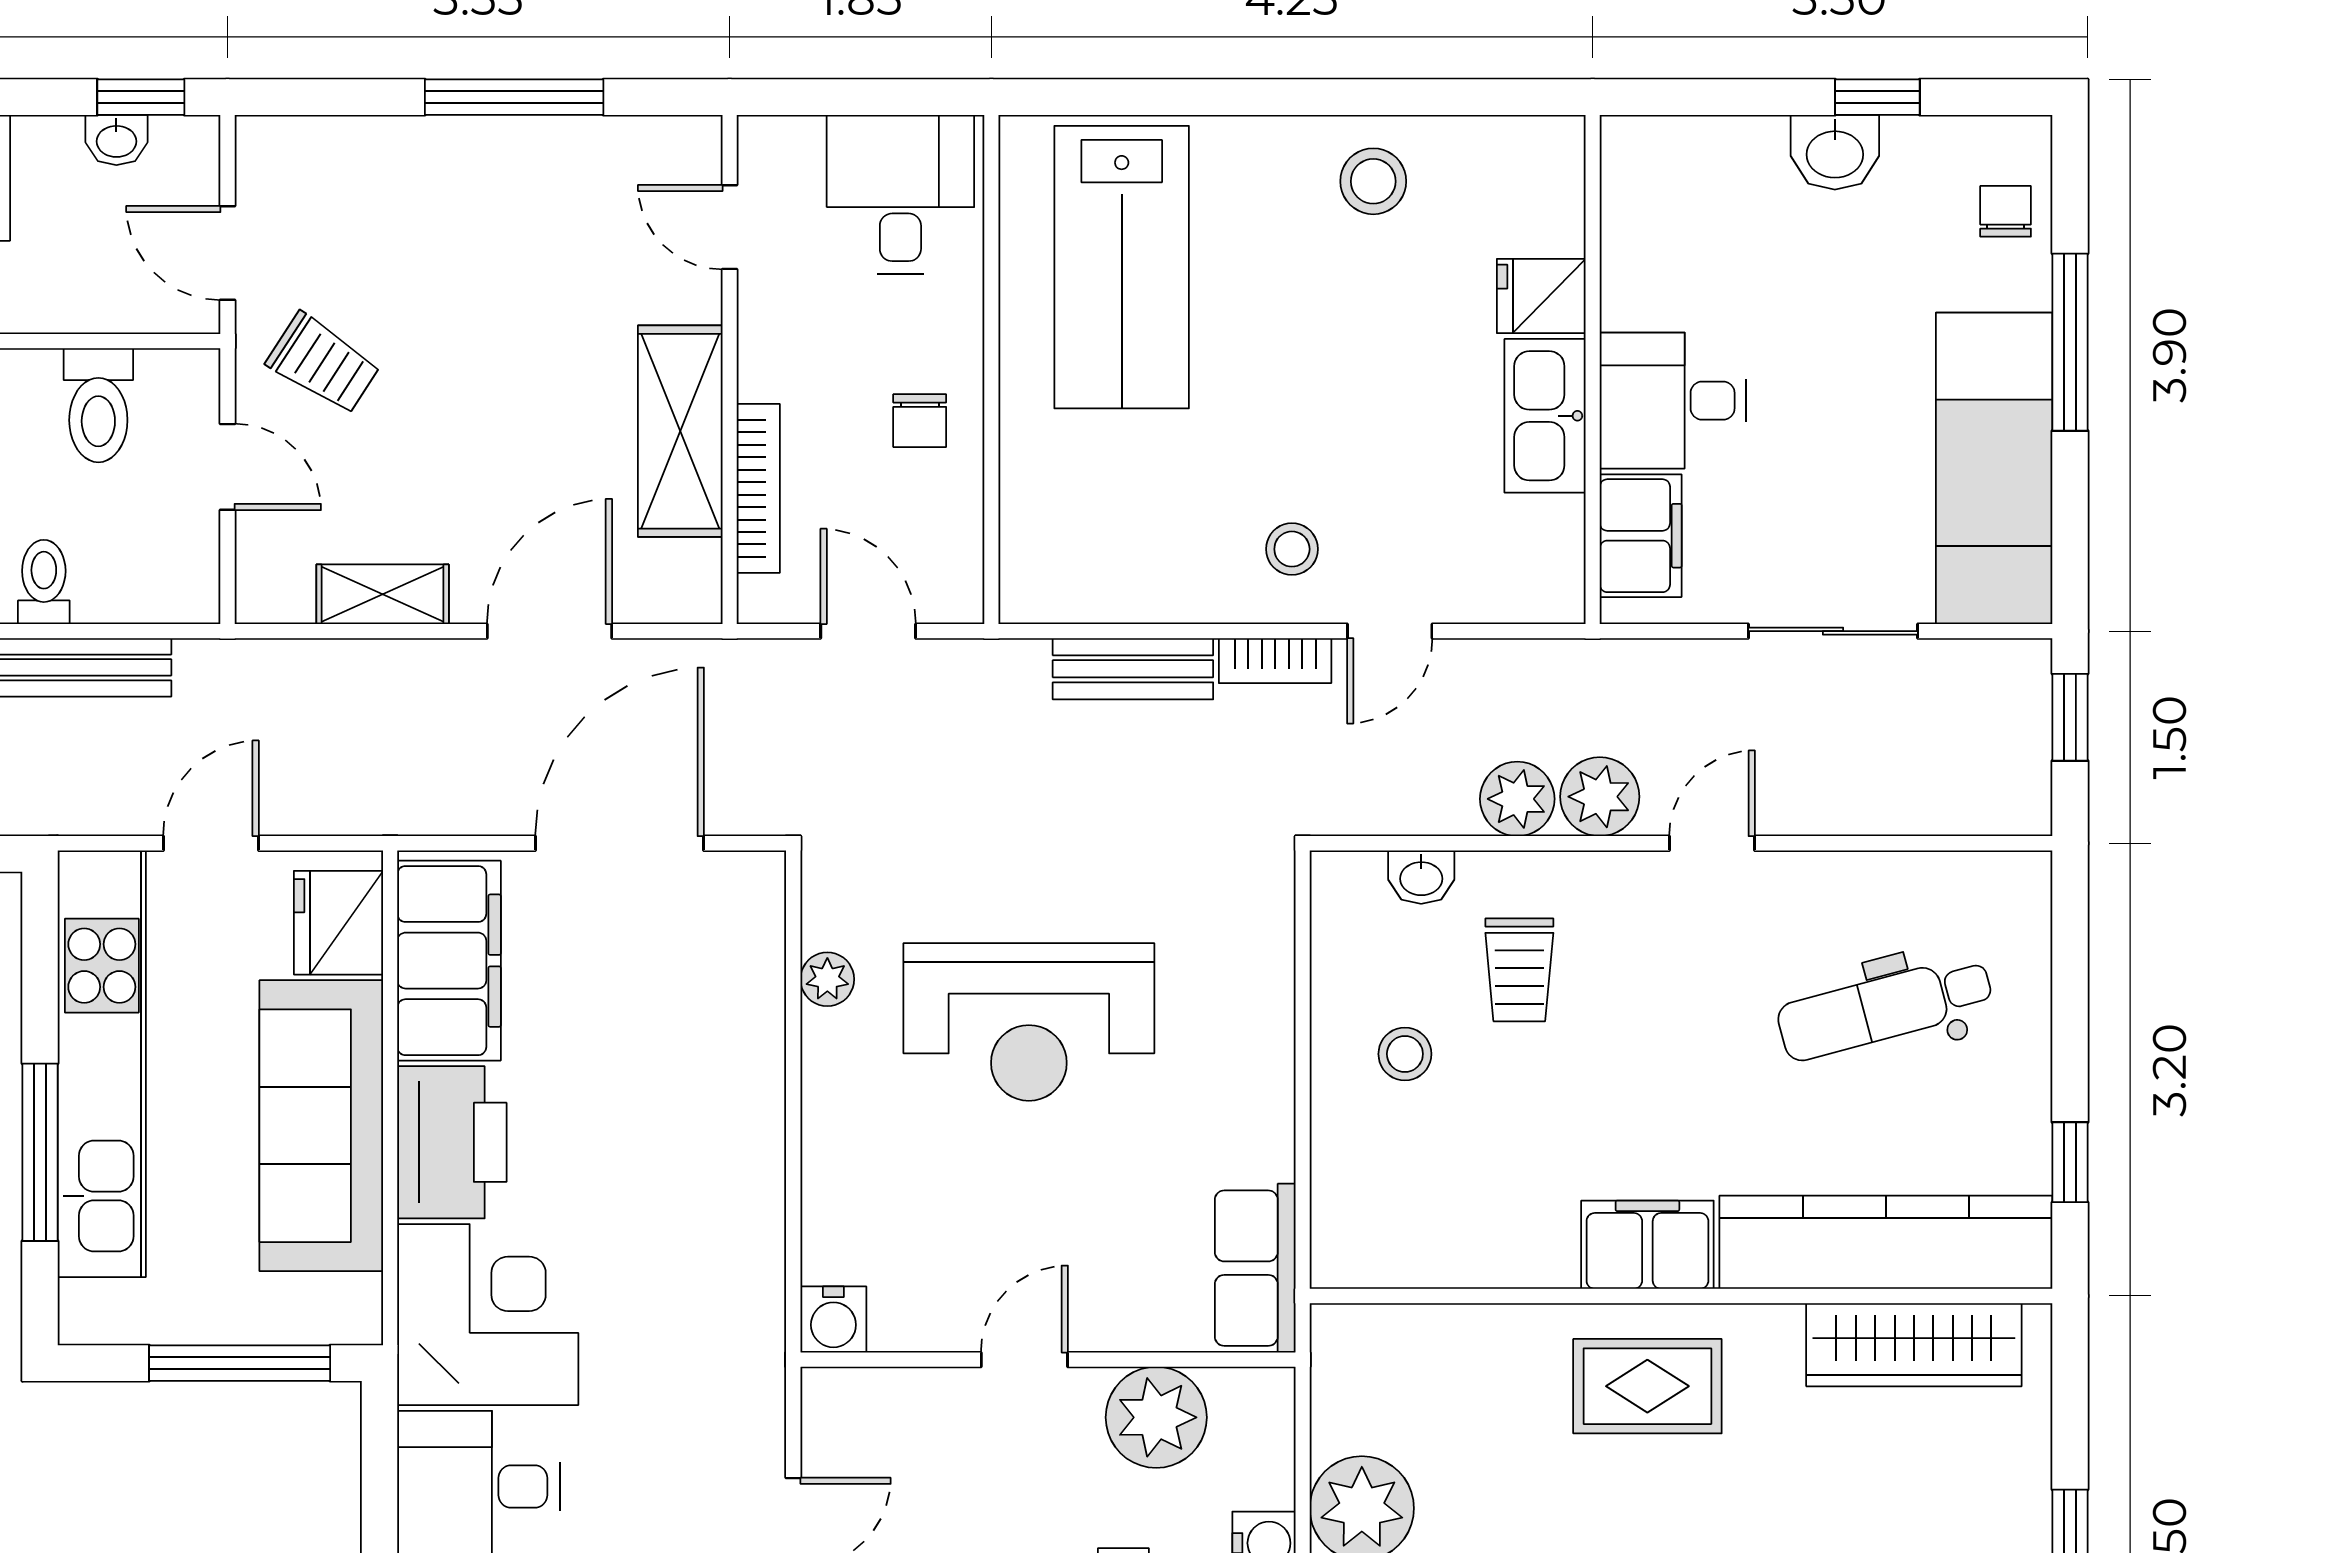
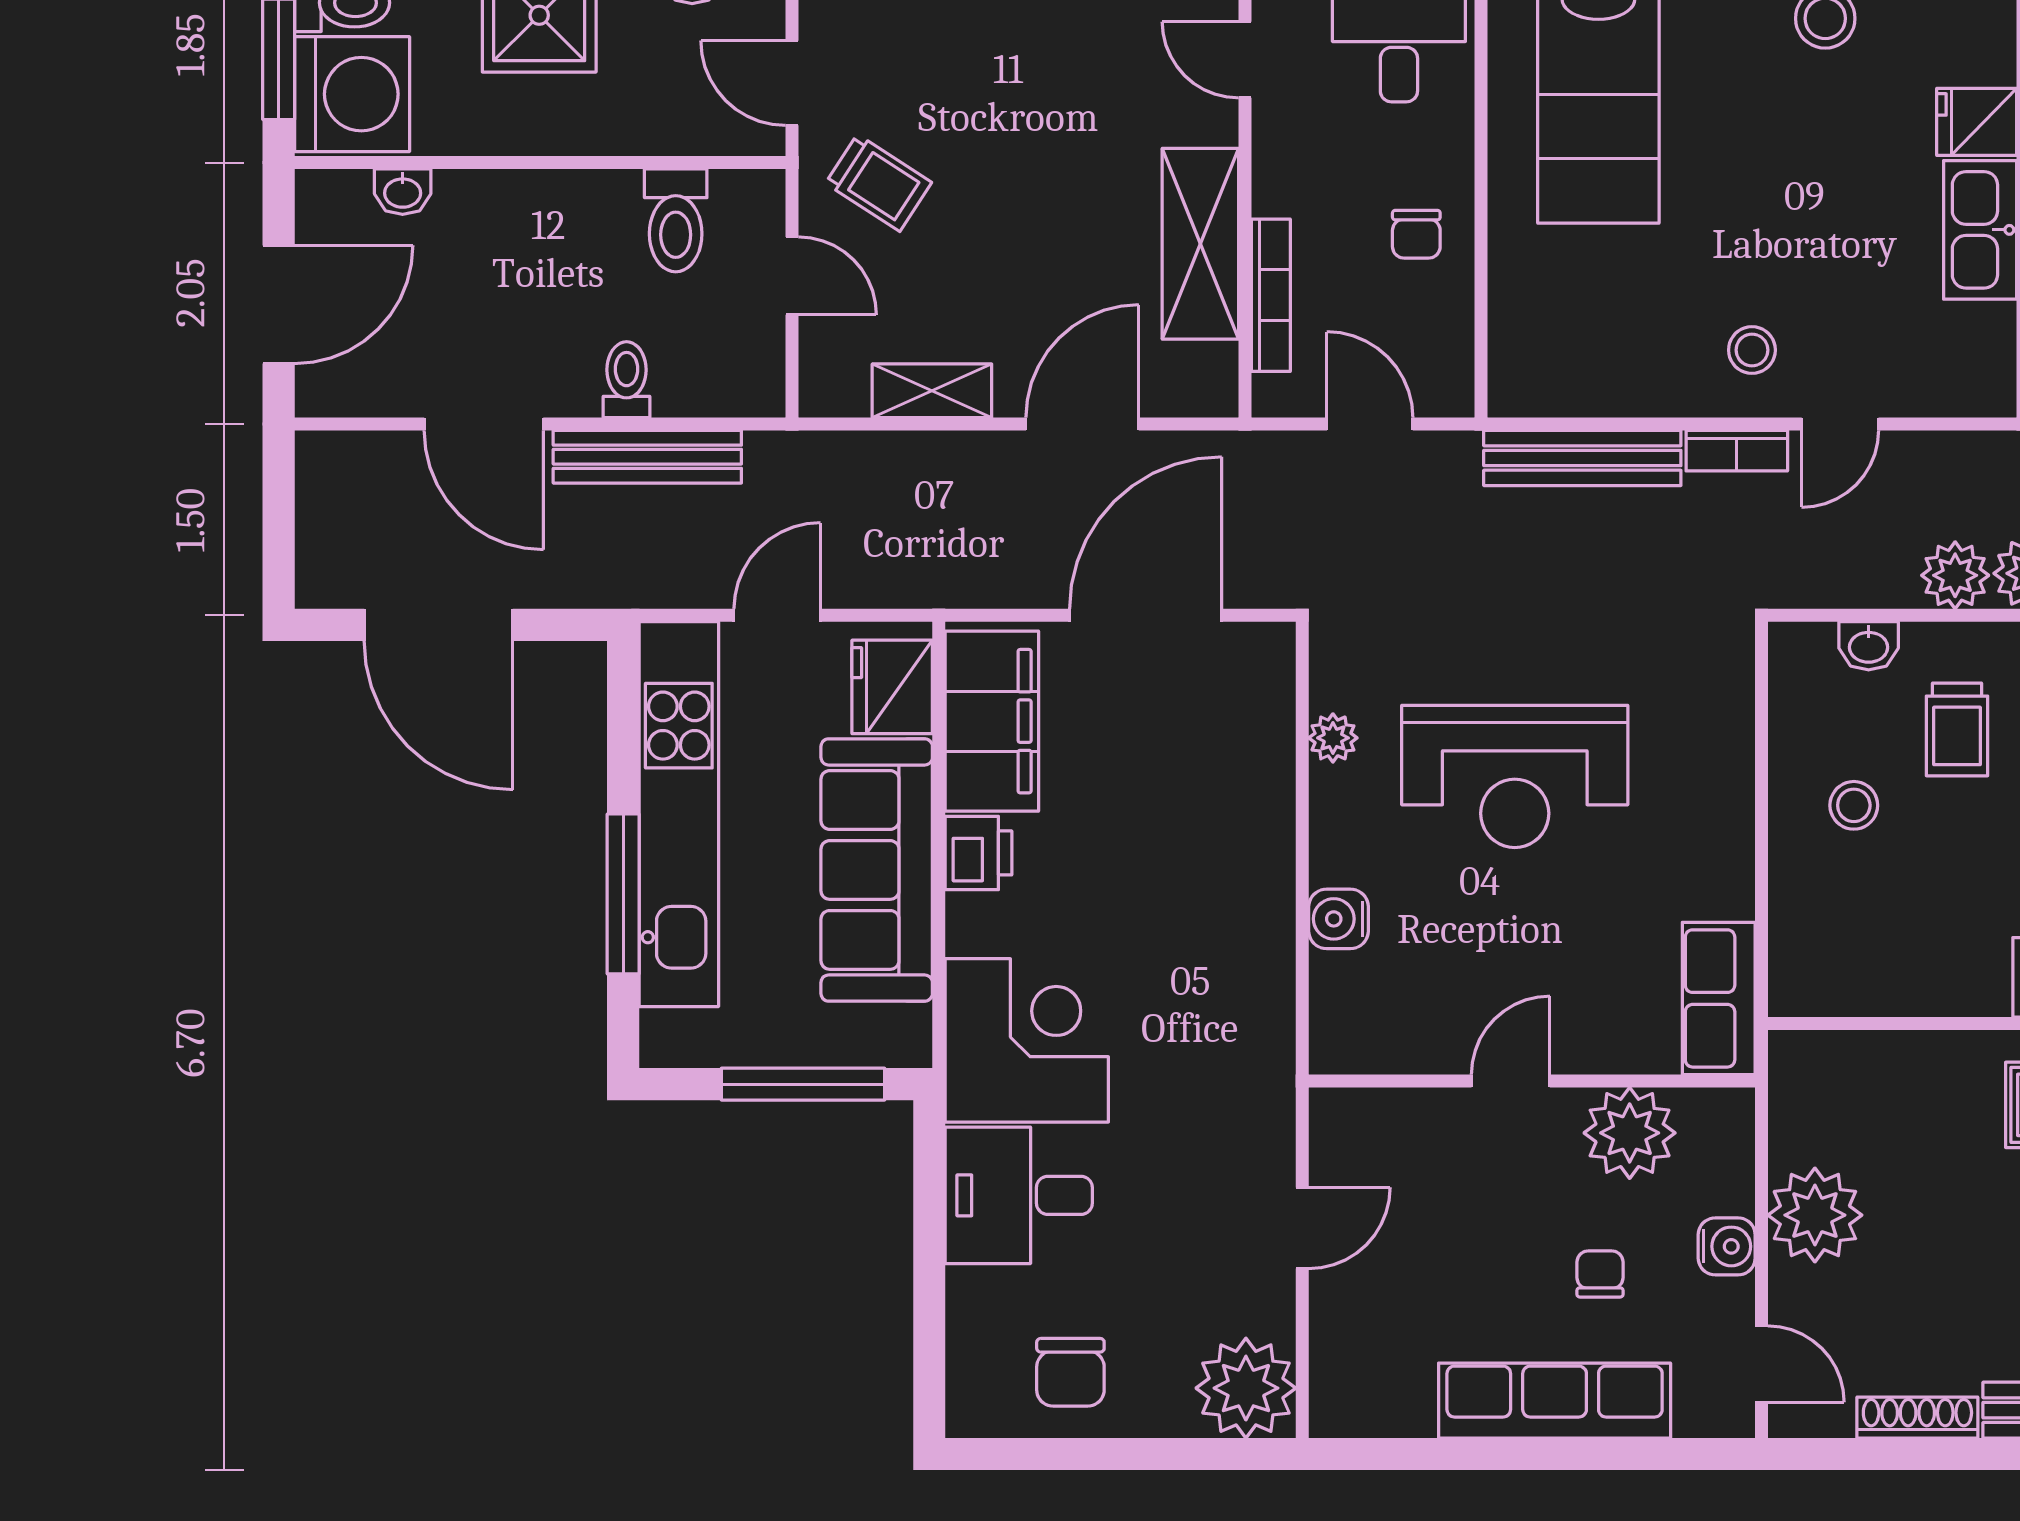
bench: (1133, 669) -> (1582, 458), width x1.36
printer: (452, 1142) -> (978, 853), width x0.53, depth x0.68
water cooler: (833, 1320) -> (1339, 919), moved, turned 90

